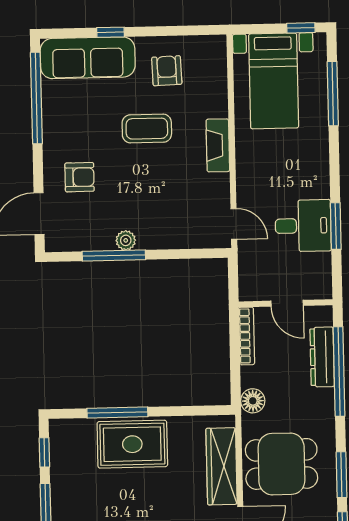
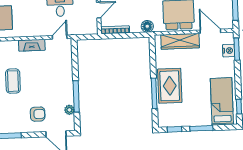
fireplace: (218, 145) -> (32, 45), moved
armchair: (80, 177) -> (38, 114), turned 90
plant: (126, 240) -> (69, 110), moved

